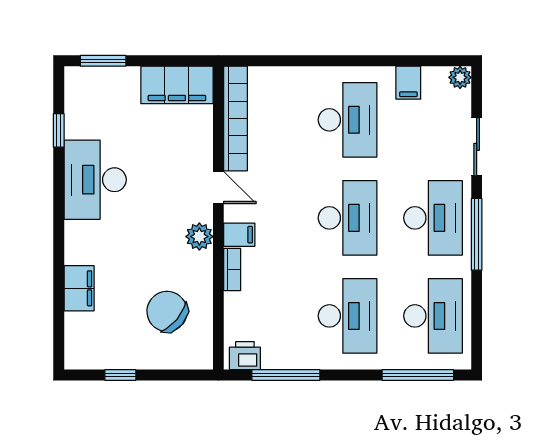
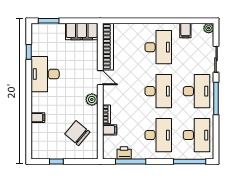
filing cabinet: (239, 235) -> (110, 130), moved
filing cabinet: (79, 288) -> (38, 118), width x0.50
printer: (245, 356) -> (124, 153), moved

